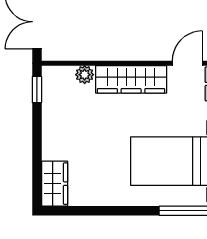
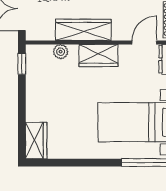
wardrobe: (113, 48) -> (83, 30), added
wardrobe: (131, 79) -> (98, 55), width x0.67

